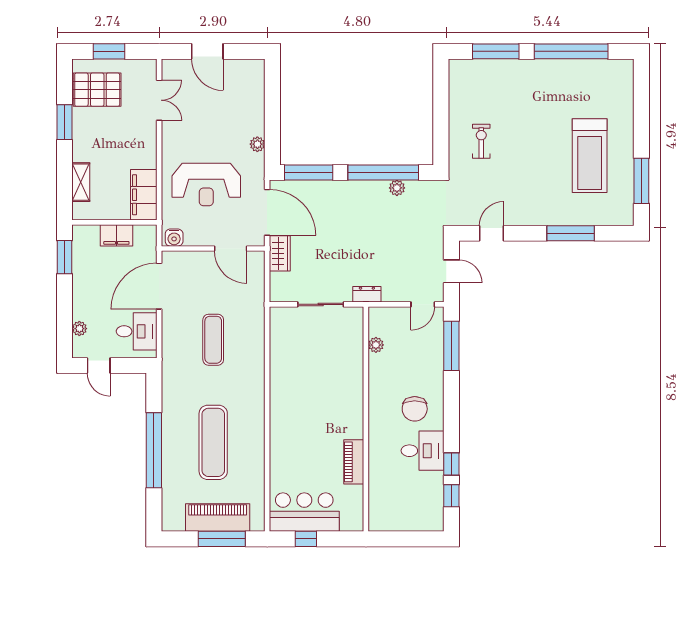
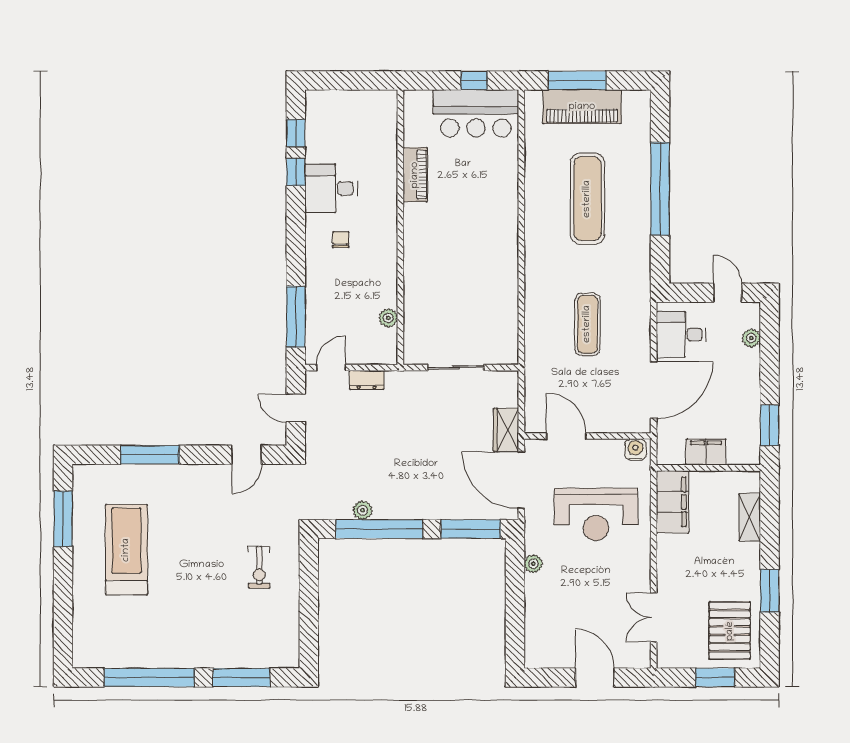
pallet: (97, 90) -> (730, 631), turned 90
reception desk: (206, 185) -> (596, 514), turned 180
dresser: (367, 294) -> (367, 380), moved
chair: (415, 409) -> (341, 240), width x0.54, depth x0.54

